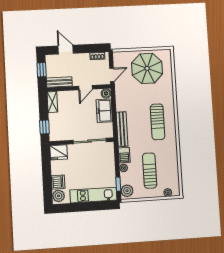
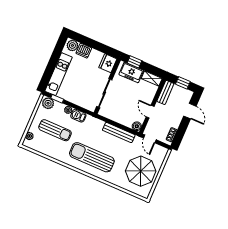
door: (66, 50) -> (190, 111), hinge flipped
freezer: (104, 111) -> (131, 72), moved, turned 180
sun lounger: (158, 122) -> (92, 157), width x1.36, depth x1.34
bench: (122, 129) -> (119, 133), moved

